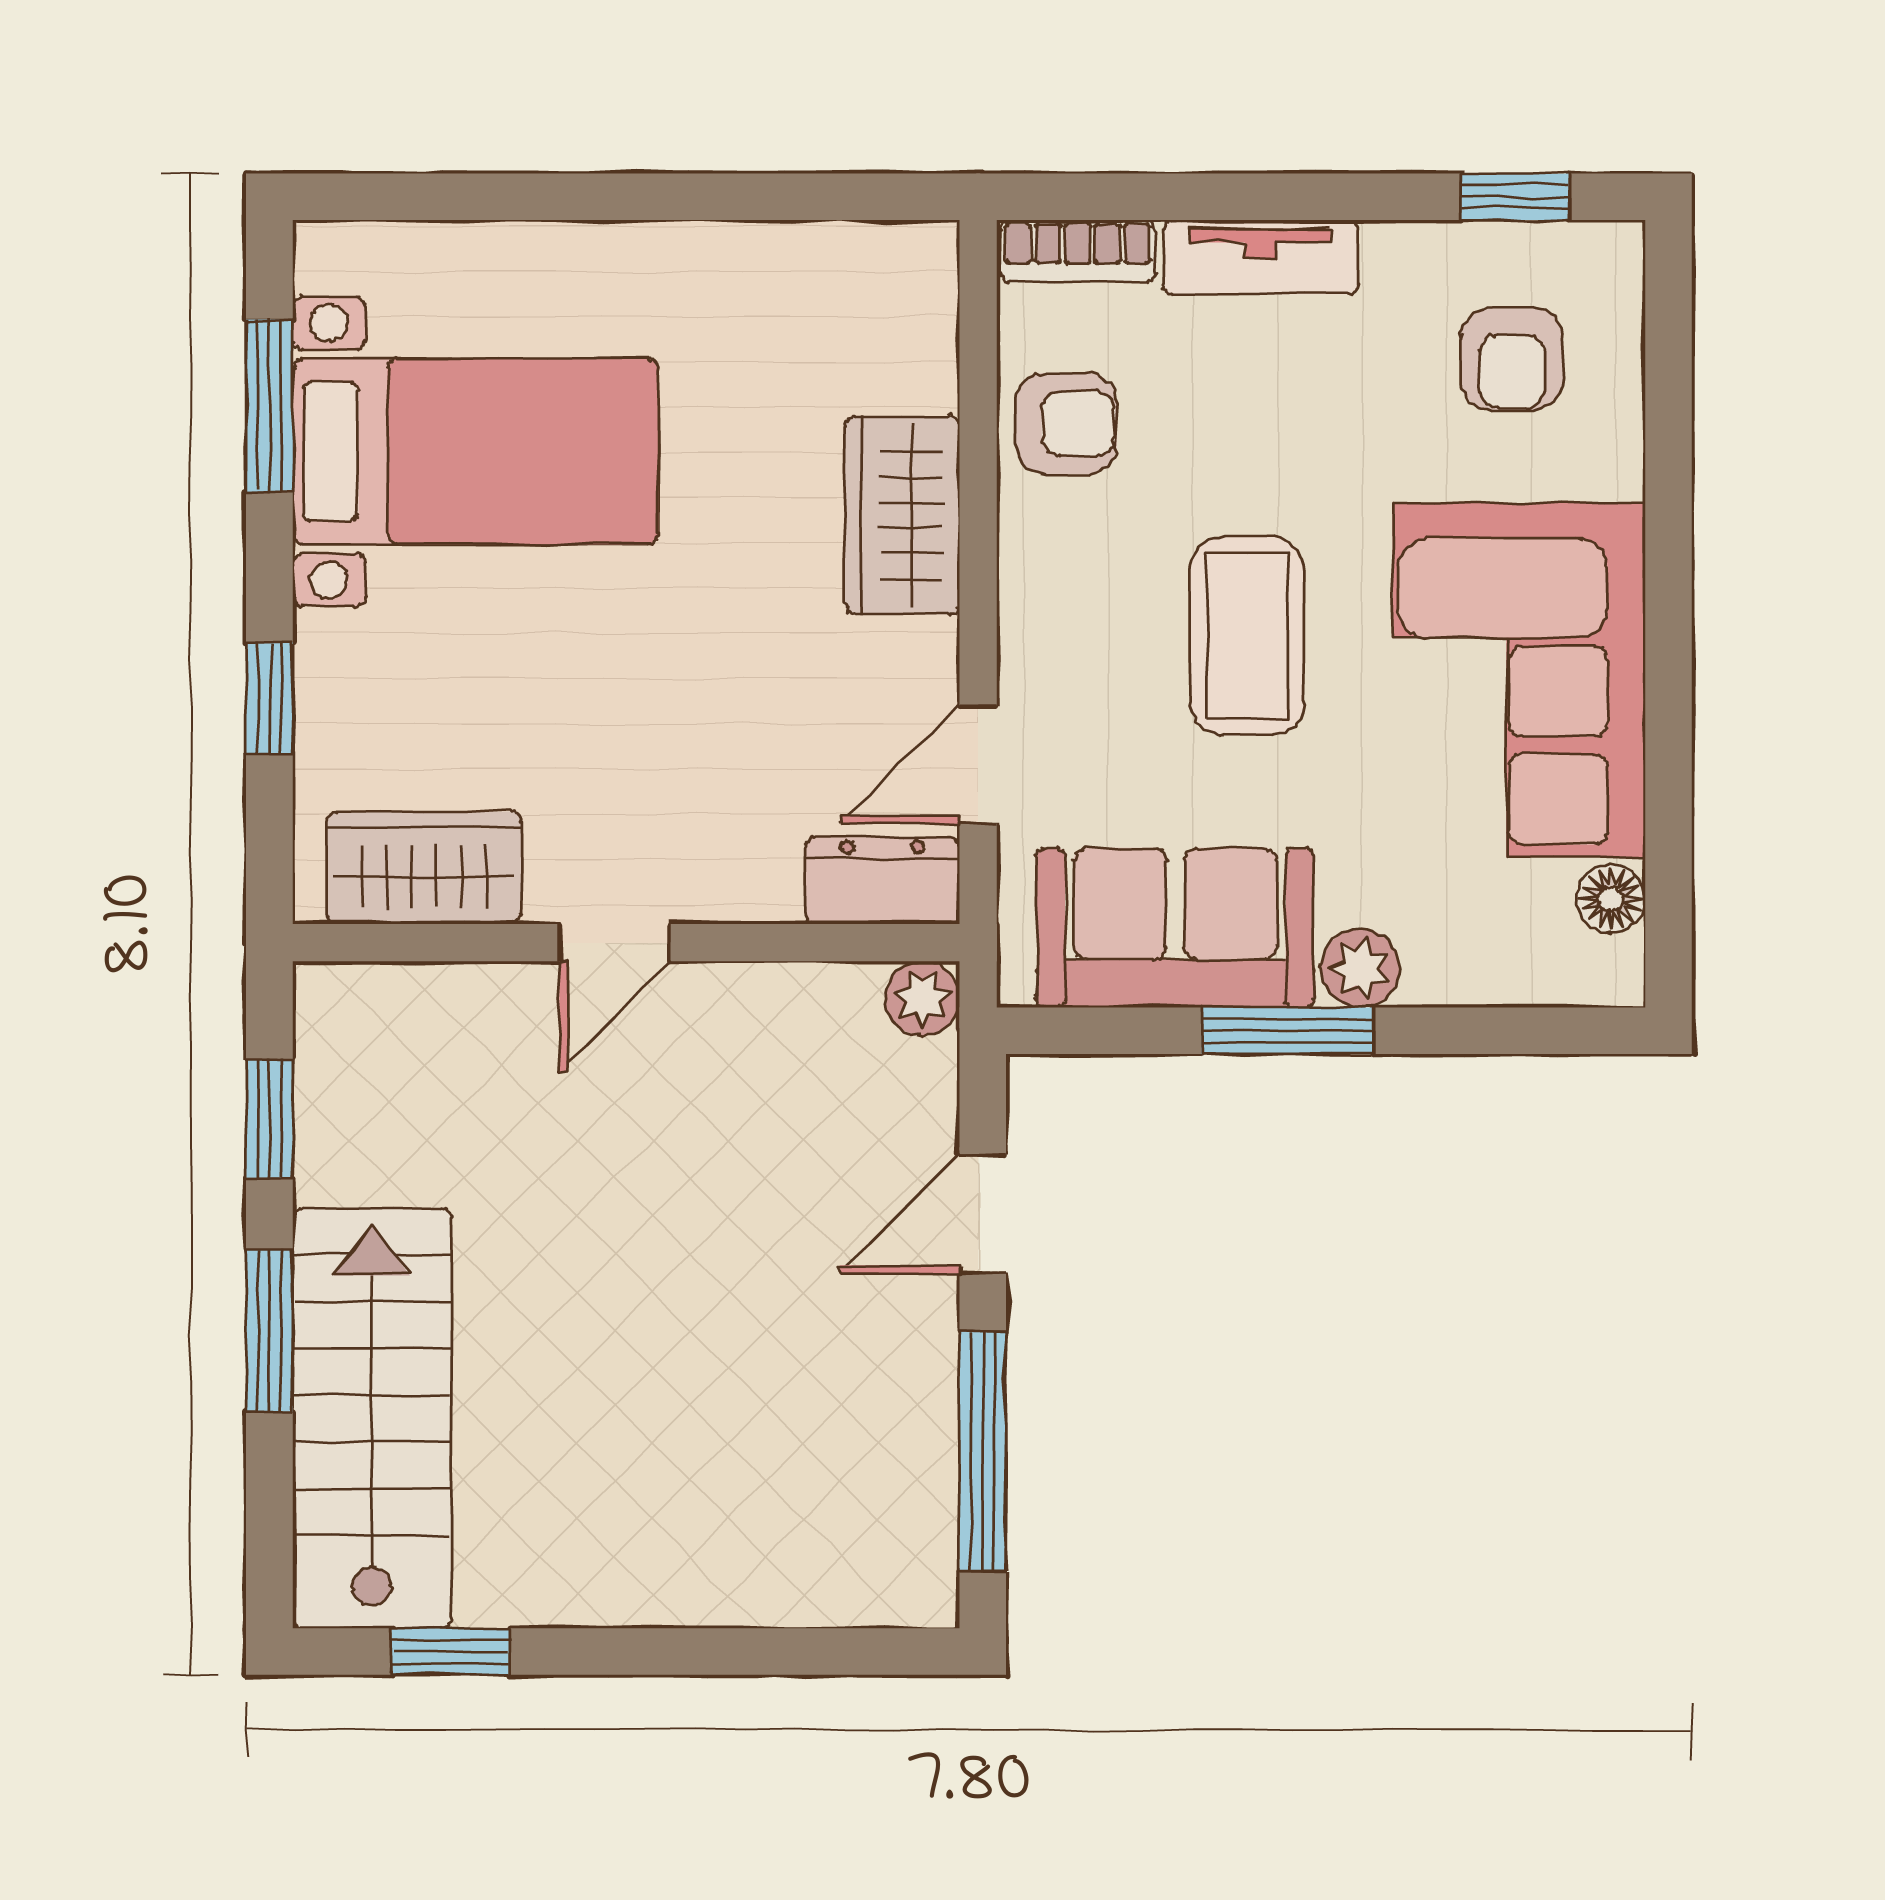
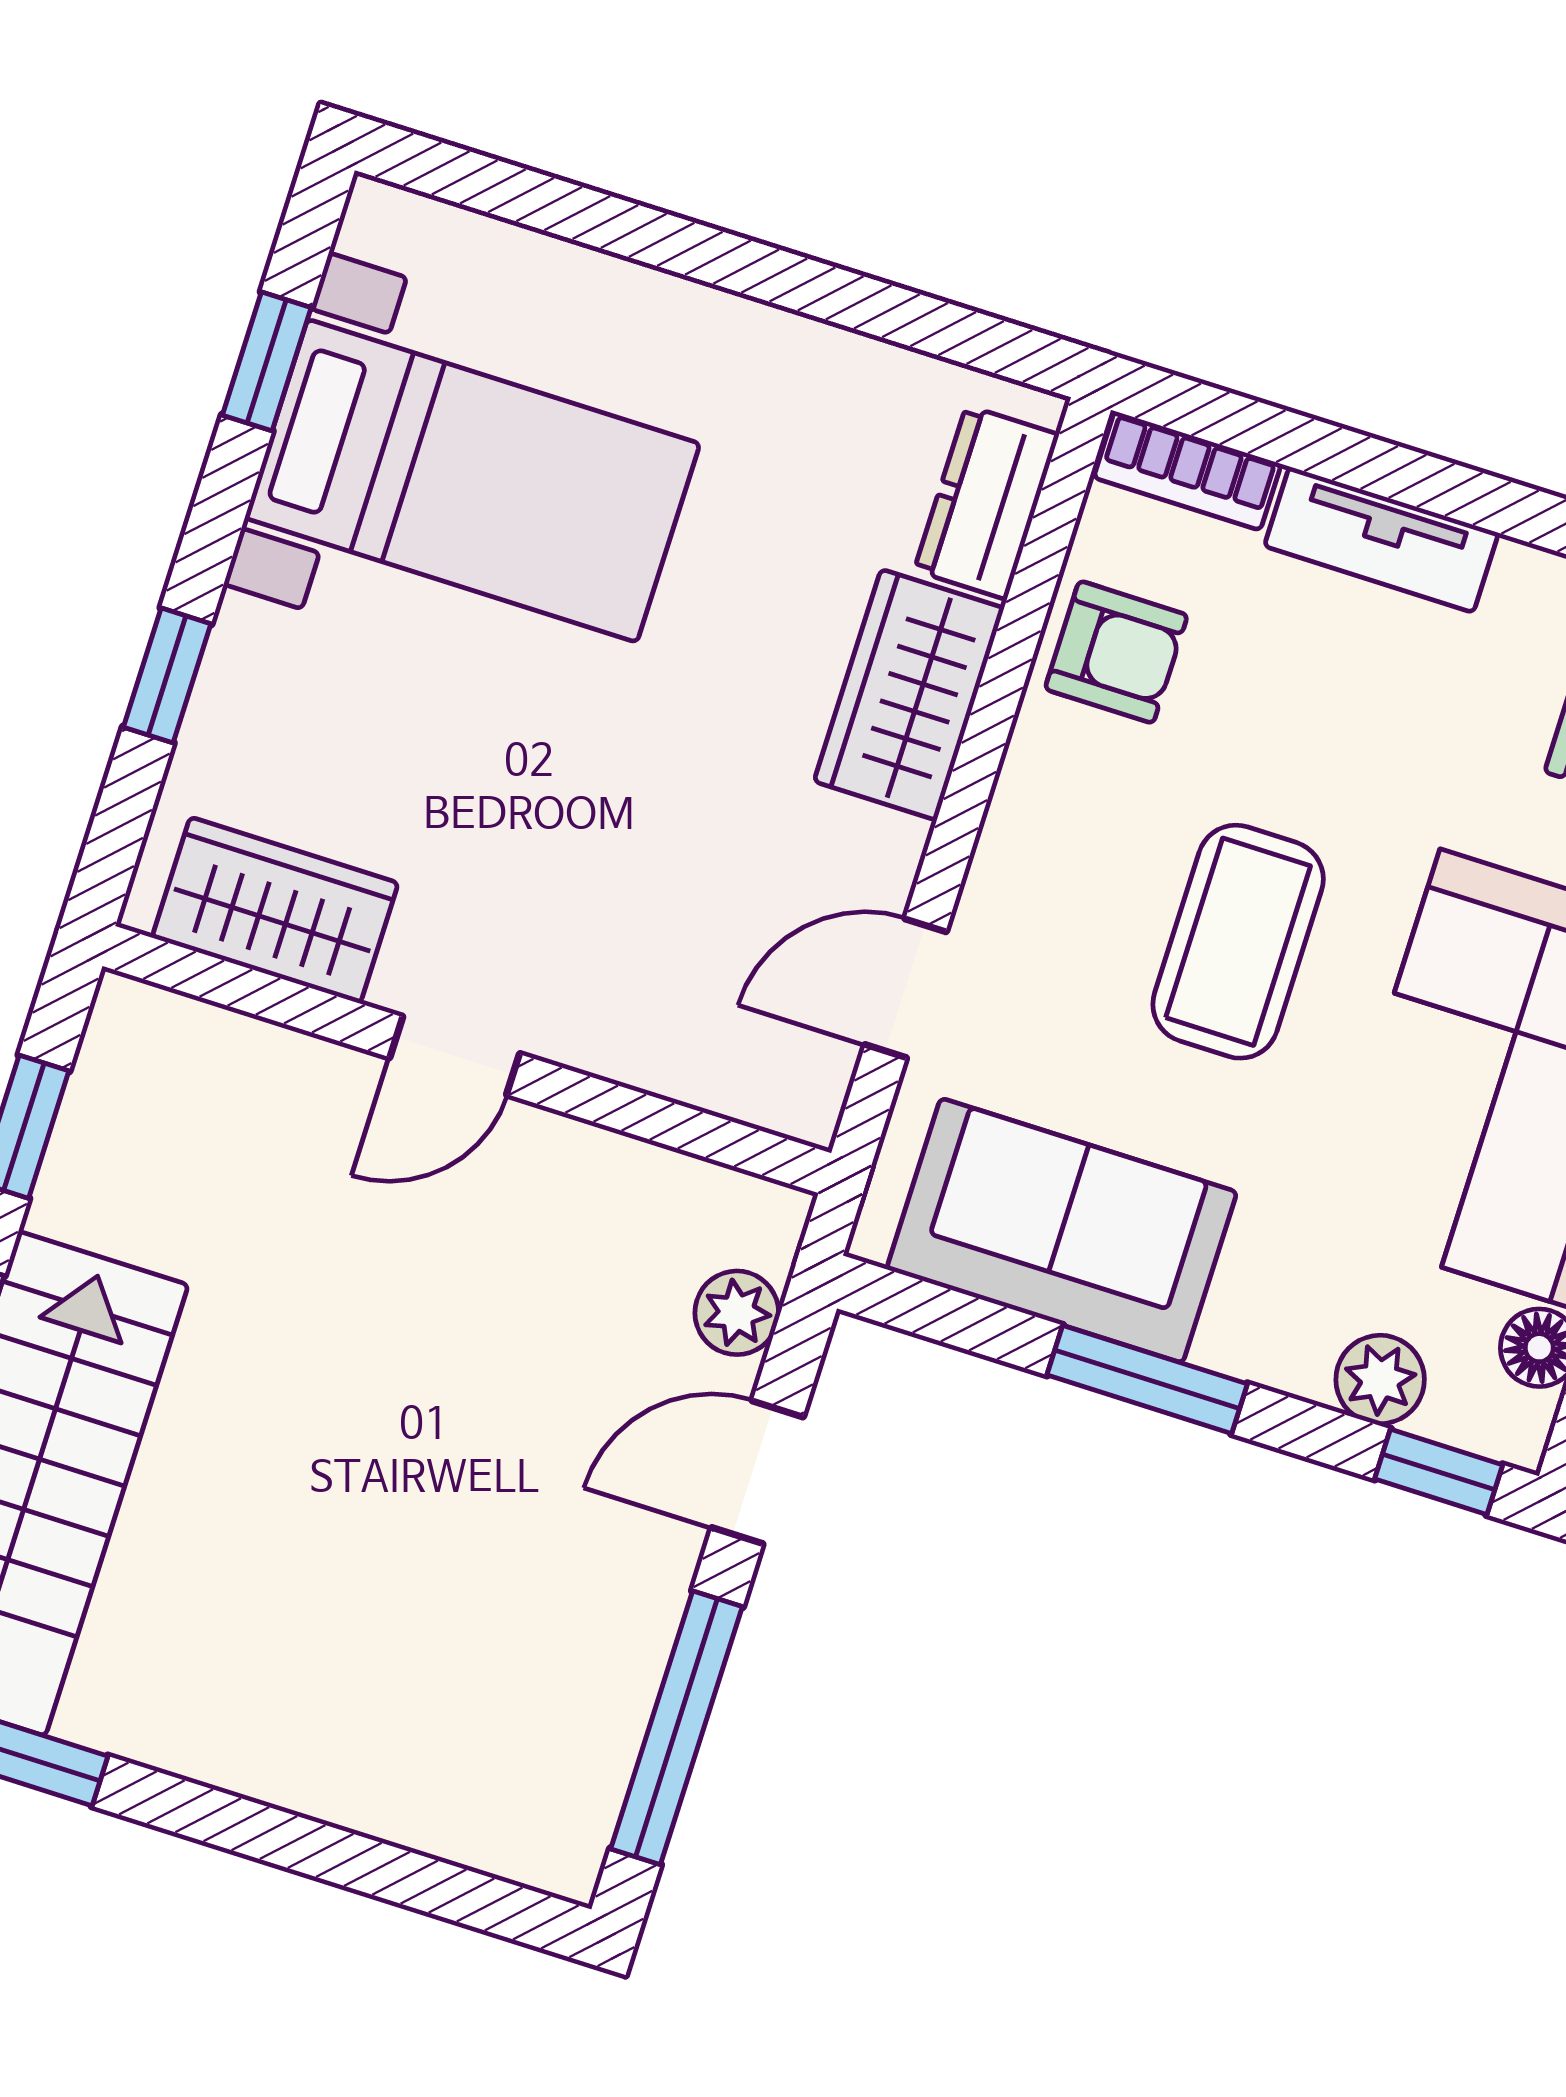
window: (269, 406) -> (267, 361), width x0.67
dresser: (883, 881) -> (986, 502), moved, turned -90
plant: (1360, 968) -> (1380, 1380), moved
plant: (922, 998) -> (737, 1313), moved
window: (1559, 1031) -> (1439, 1472), added

